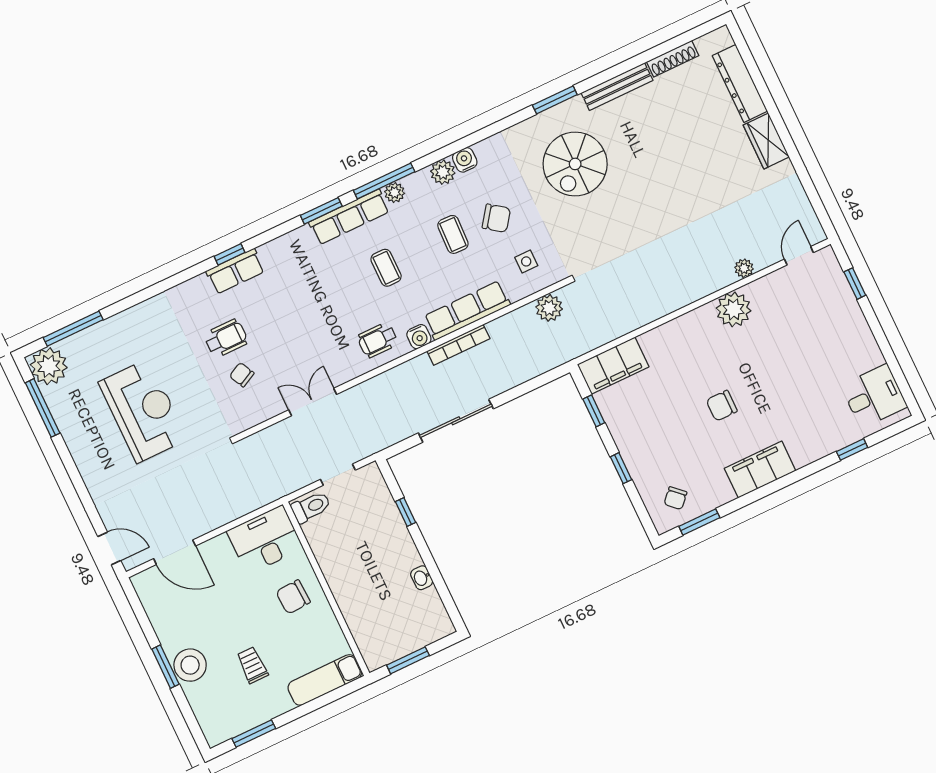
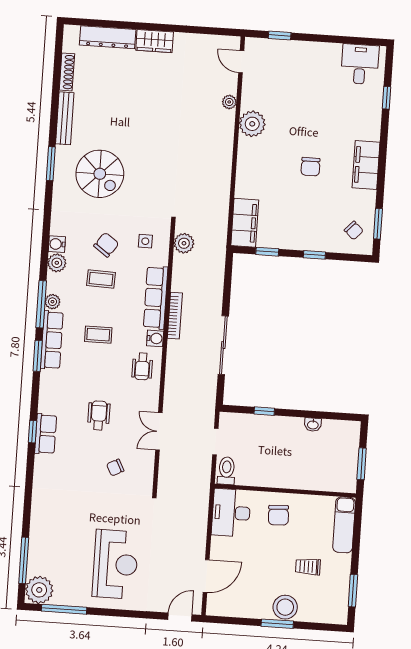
wheelchair: (226, 338) -> (99, 415), moved
reception desk: (143, 411) -> (115, 564), moved, turned 90

